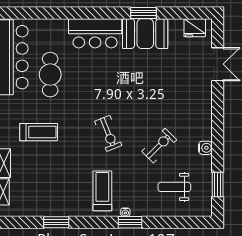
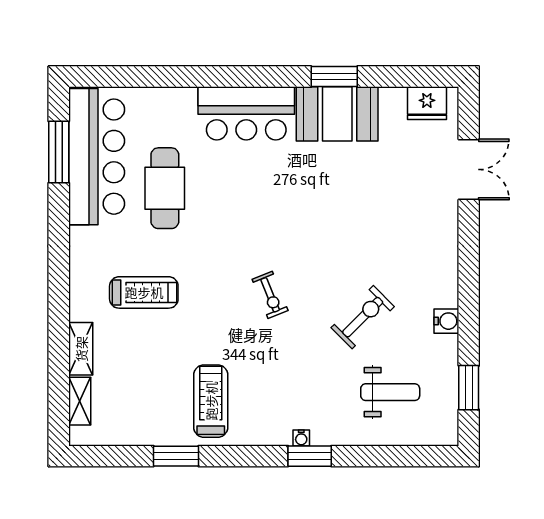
exercise bike: (108, 133) -> (270, 295), width x0.73, depth x0.72
weight bench: (174, 187) -> (390, 392), turned 180
treadmill: (102, 191) -> (211, 401), moved

